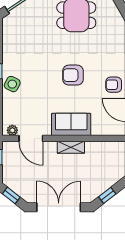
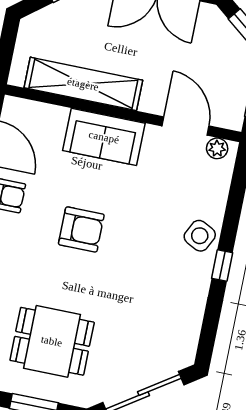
shelving: (71, 147) -> (83, 84), width x2.20, depth x1.33

